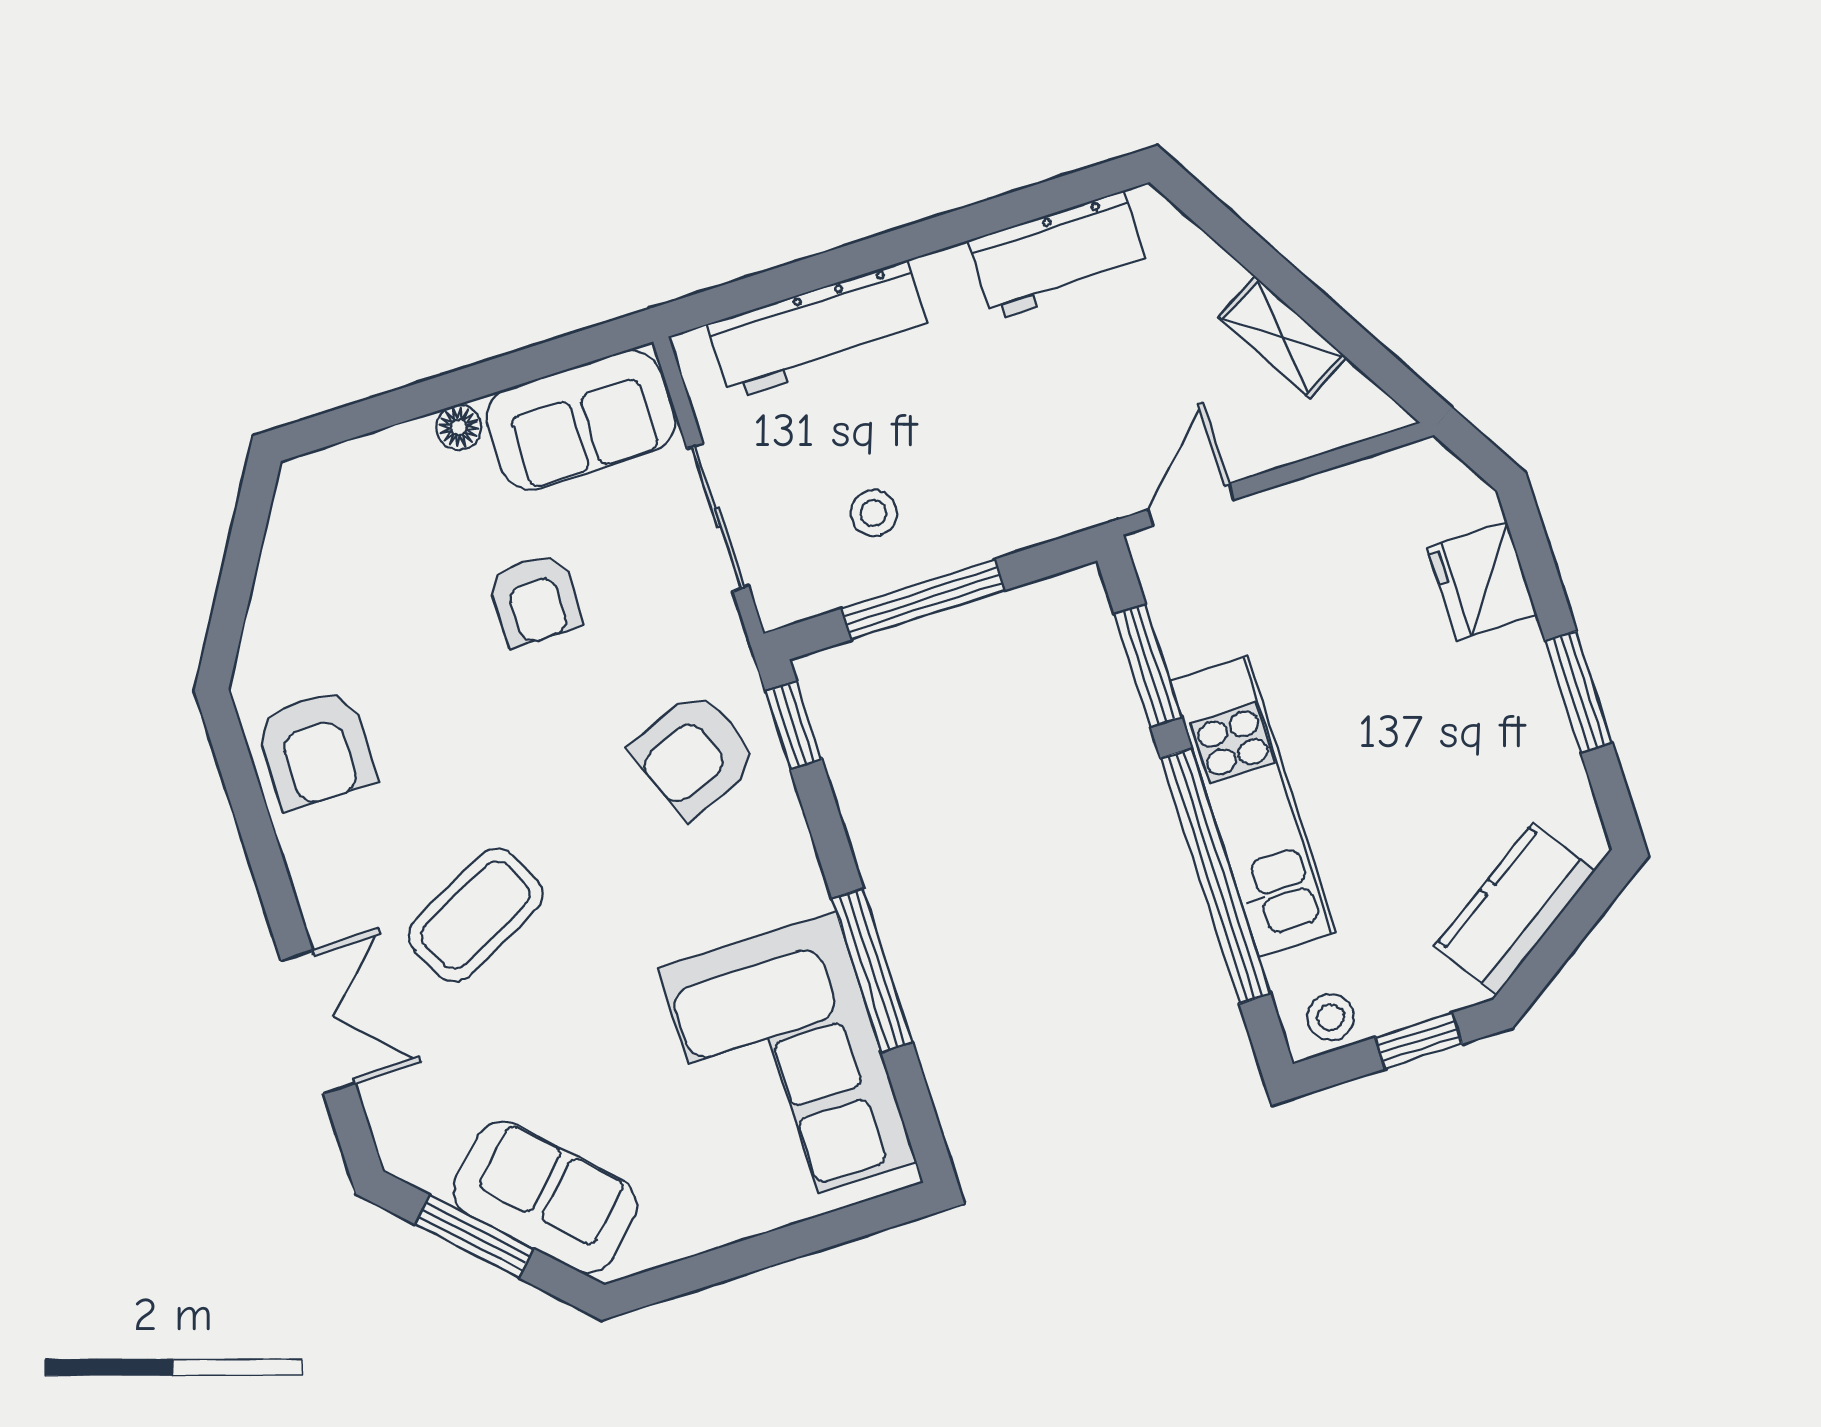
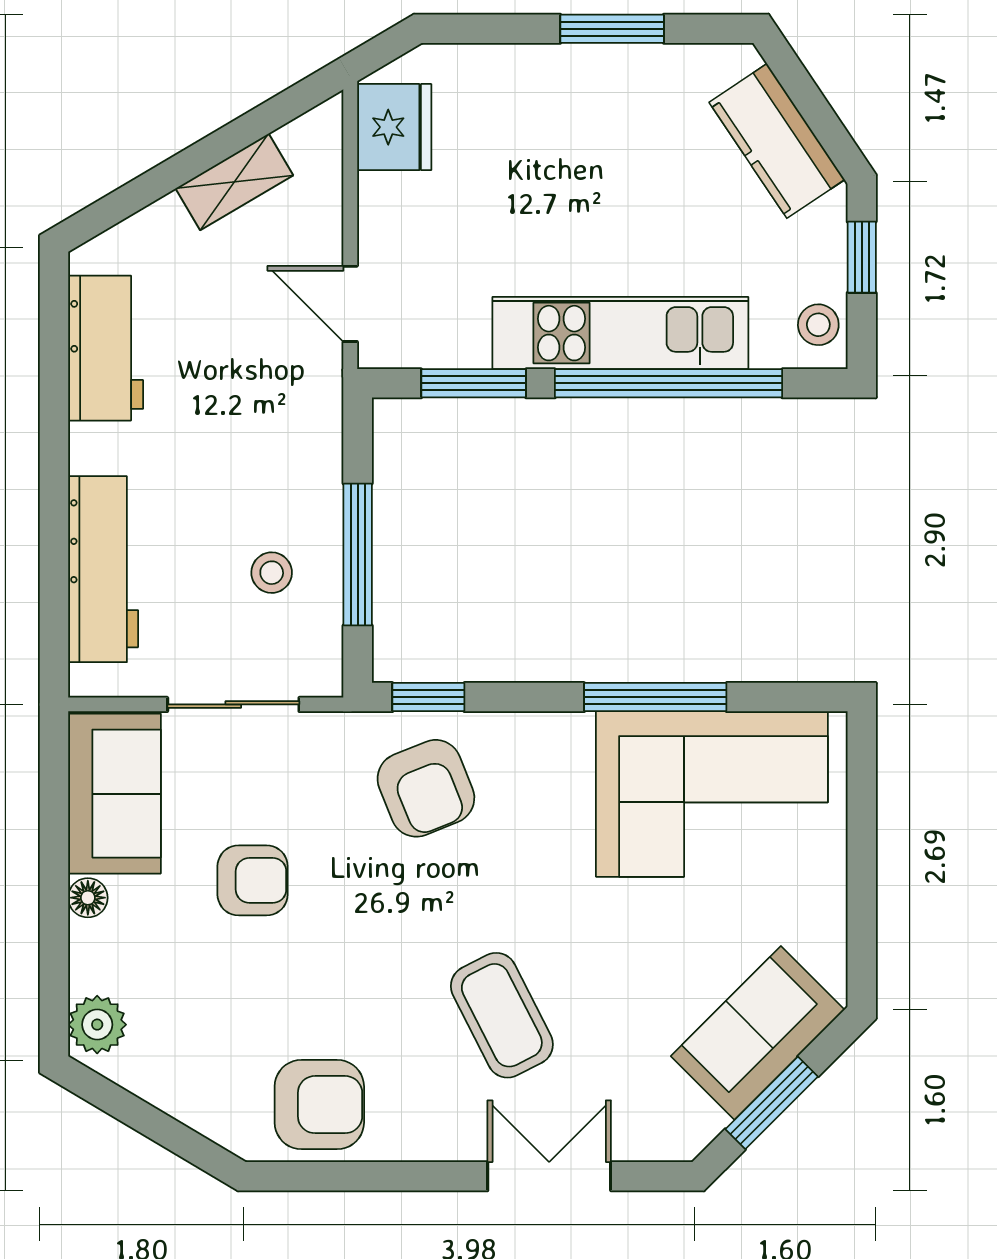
plant: (325, 481) -> (97, 1025), added
fridge: (1482, 581) -> (394, 127), moved, turned -90

